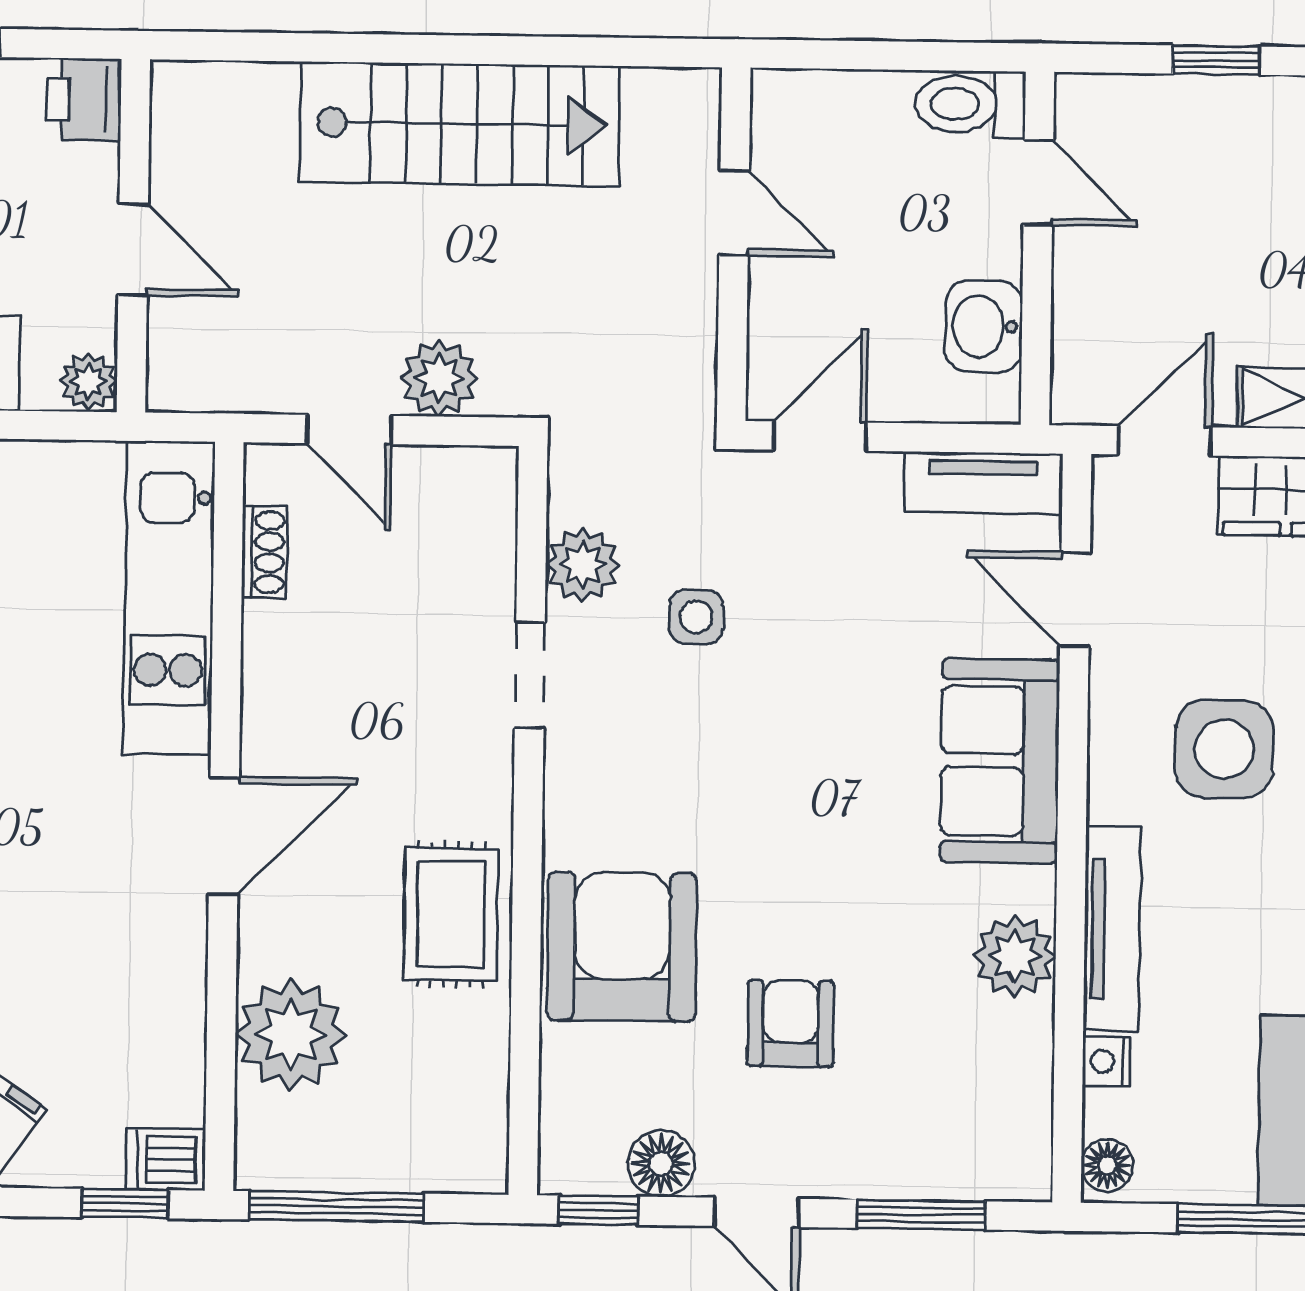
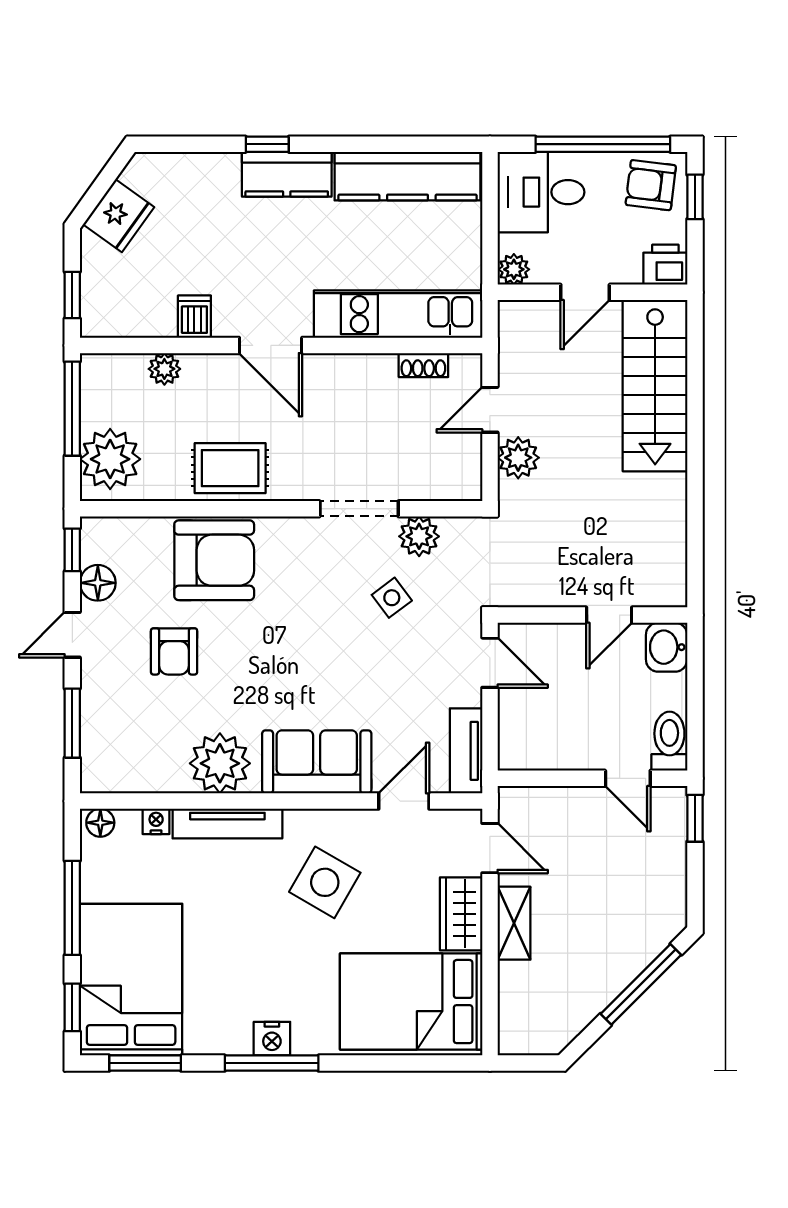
window: (1216, 60) -> (695, 818), moved
stairs: (460, 124) -> (655, 386), moved
door: (1038, 183) -> (628, 778), hinge flipped
washbasin: (984, 326) -> (667, 647), moved, turned -90
side table: (696, 617) -> (392, 598), turned -37
doorway: (530, 676) -> (359, 509), width x1.38
side table: (1224, 749) -> (325, 882), turned 30
plant: (1015, 956) -> (220, 763), width x1.36, depth x1.36
armchair: (790, 1024) -> (174, 651), turned 90
plant: (291, 1034) -> (164, 369), width x0.53, depth x0.53
plant: (431, 1137) -> (110, 459), added
dishwasher: (166, 1159) -> (194, 317), moved

